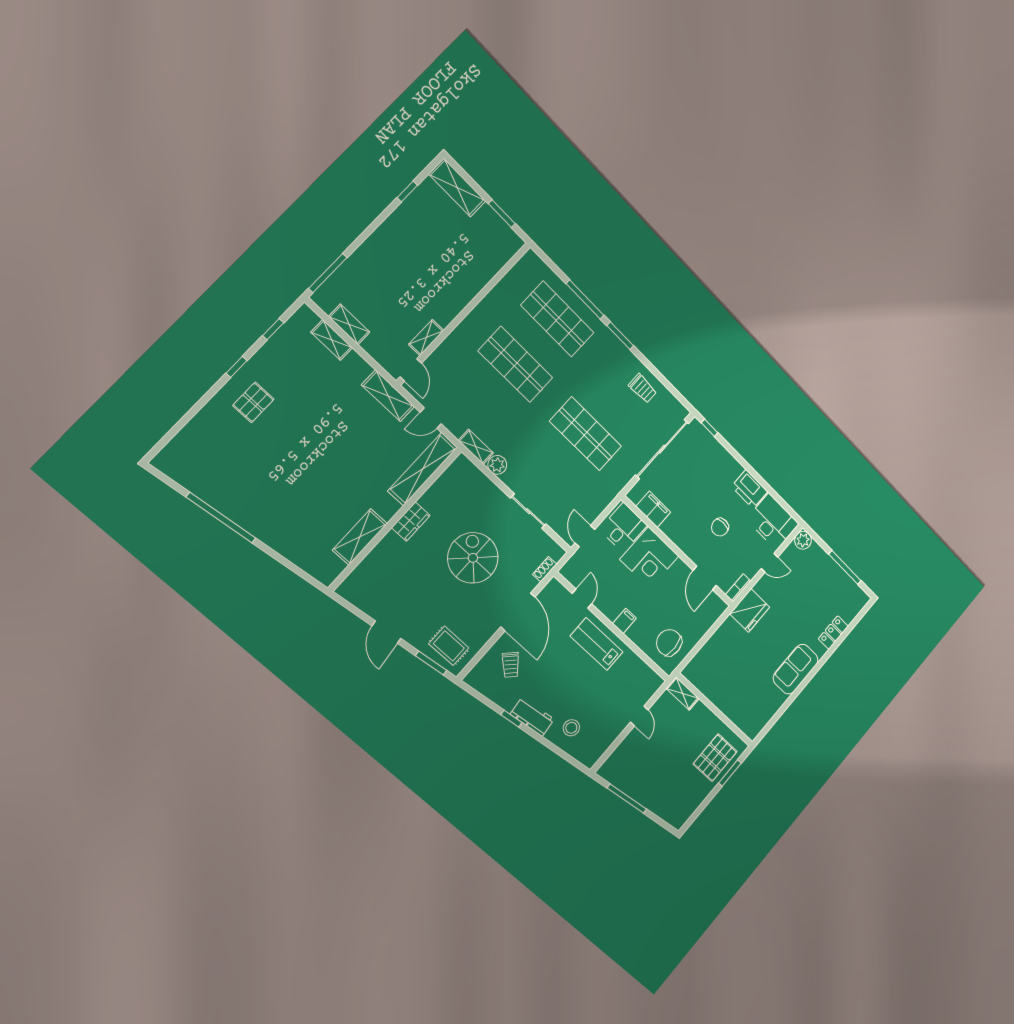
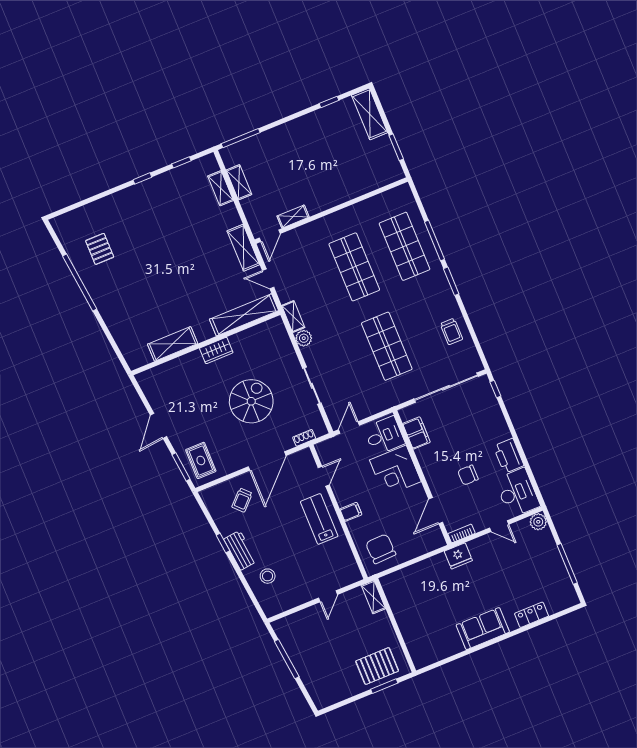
pallet: (253, 402) -> (100, 249), moved, turned 90
fridge: (750, 610) -> (458, 556), width x0.73, depth x0.75

